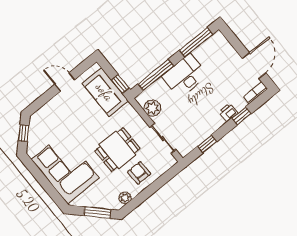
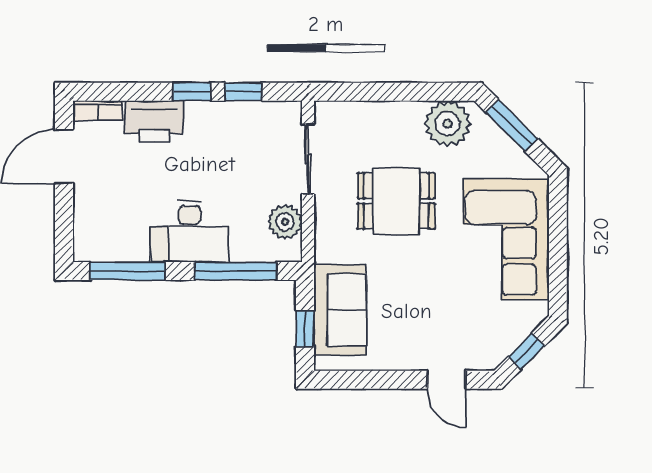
door: (65, 82) -> (447, 380), moved
window: (120, 84) -> (305, 329), moved
printer: (228, 112) -> (154, 121), width x1.87, depth x1.48
window: (241, 116) -> (192, 92), moved
armchair: (139, 173) -> (392, 135), removed
plant: (125, 198) -> (448, 124), width x1.87, depth x1.87

